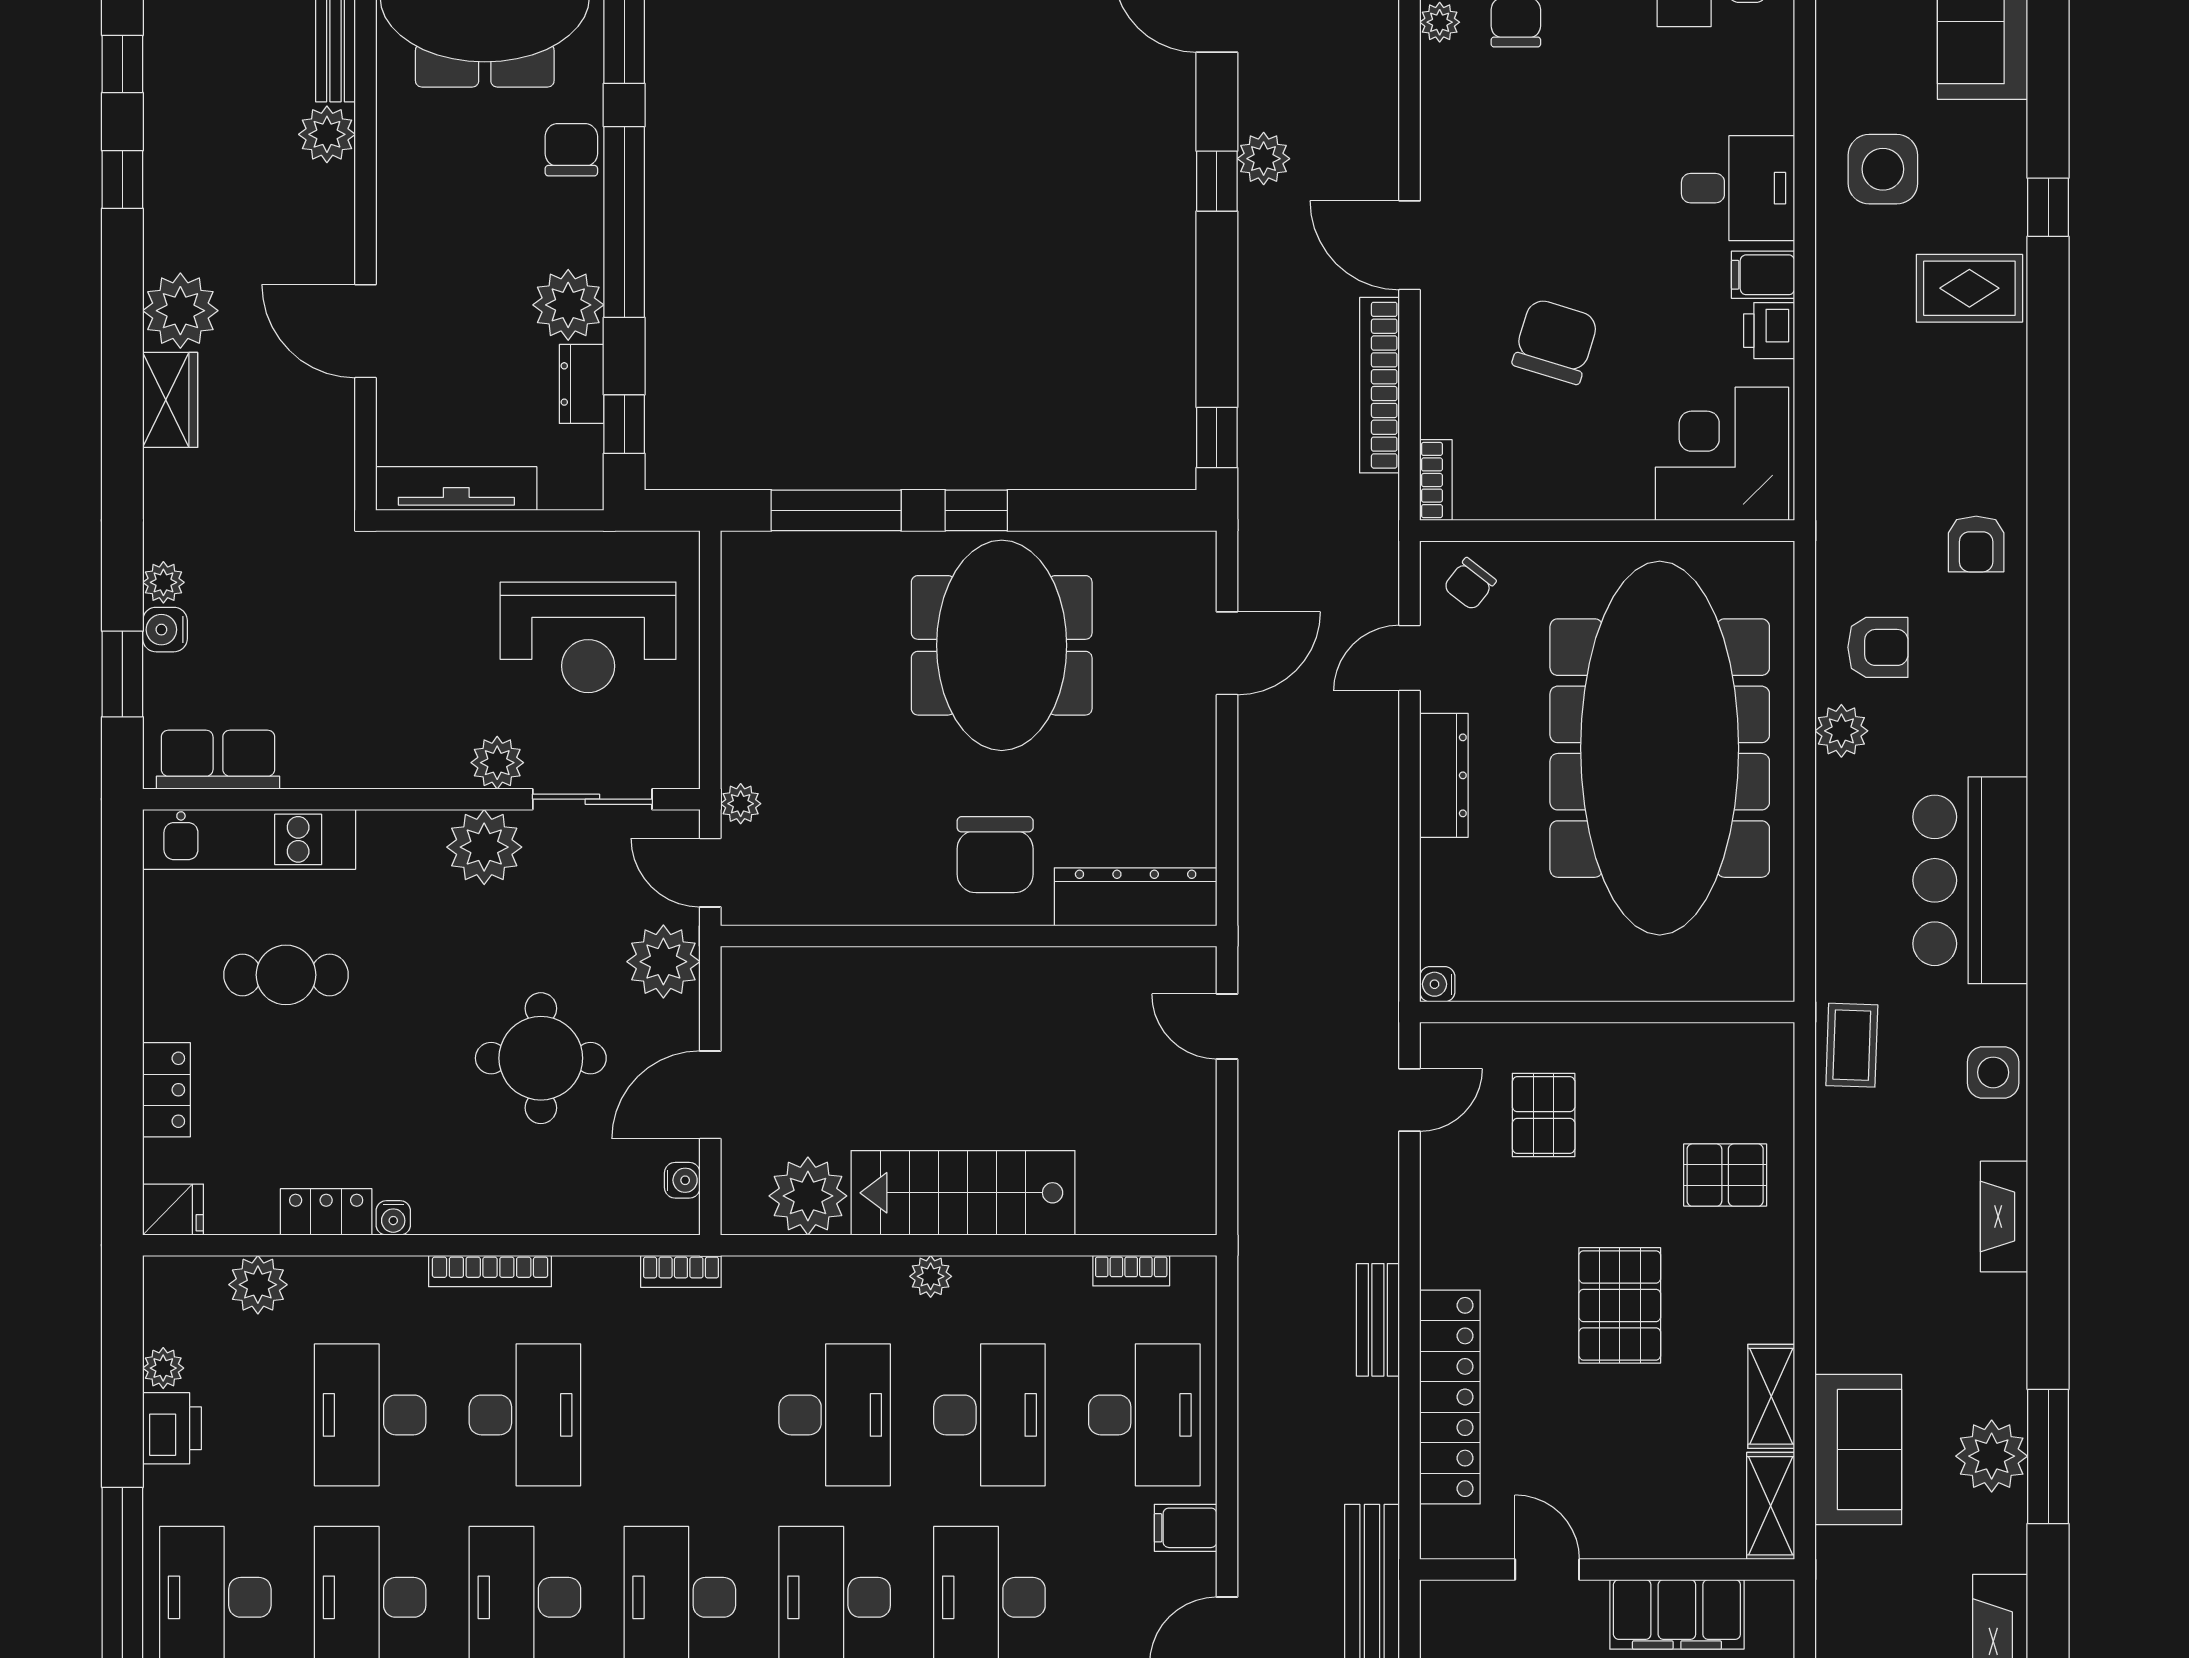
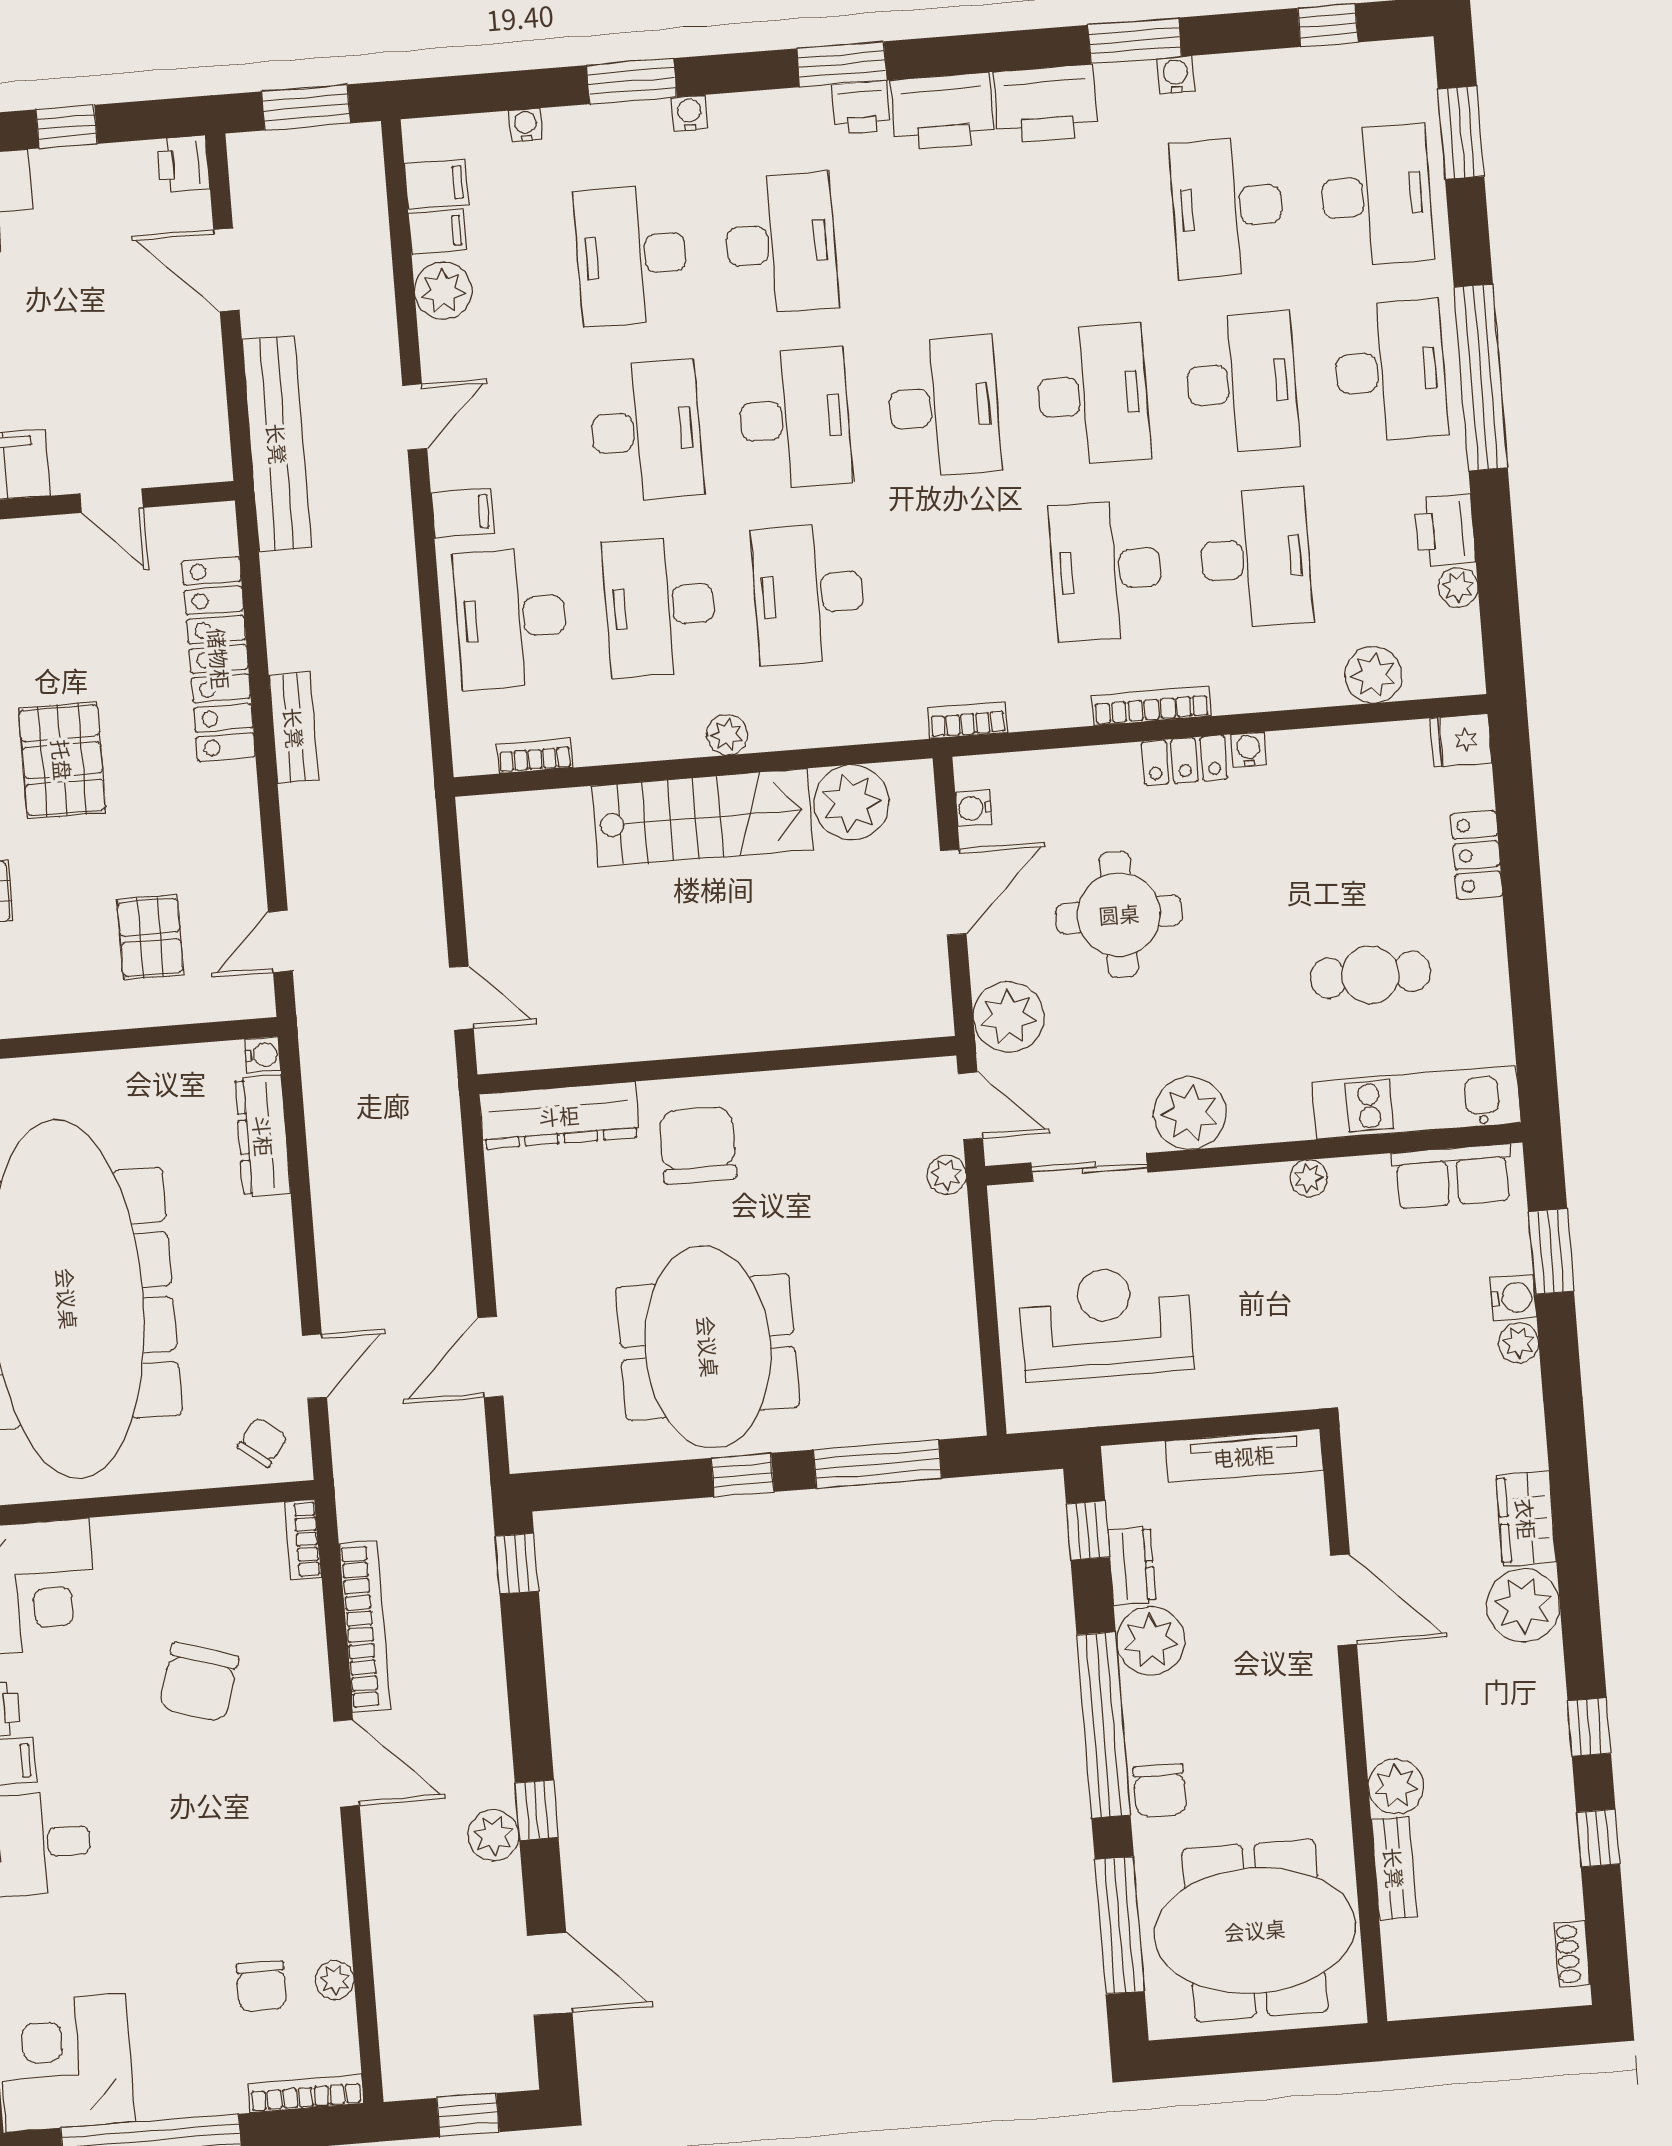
plant: (497, 763) -> (1309, 1178), moved, width x0.73, depth x0.73
dresser: (1444, 775) -> (263, 1136), moved
locker: (326, 1212) -> (1184, 760), moved

